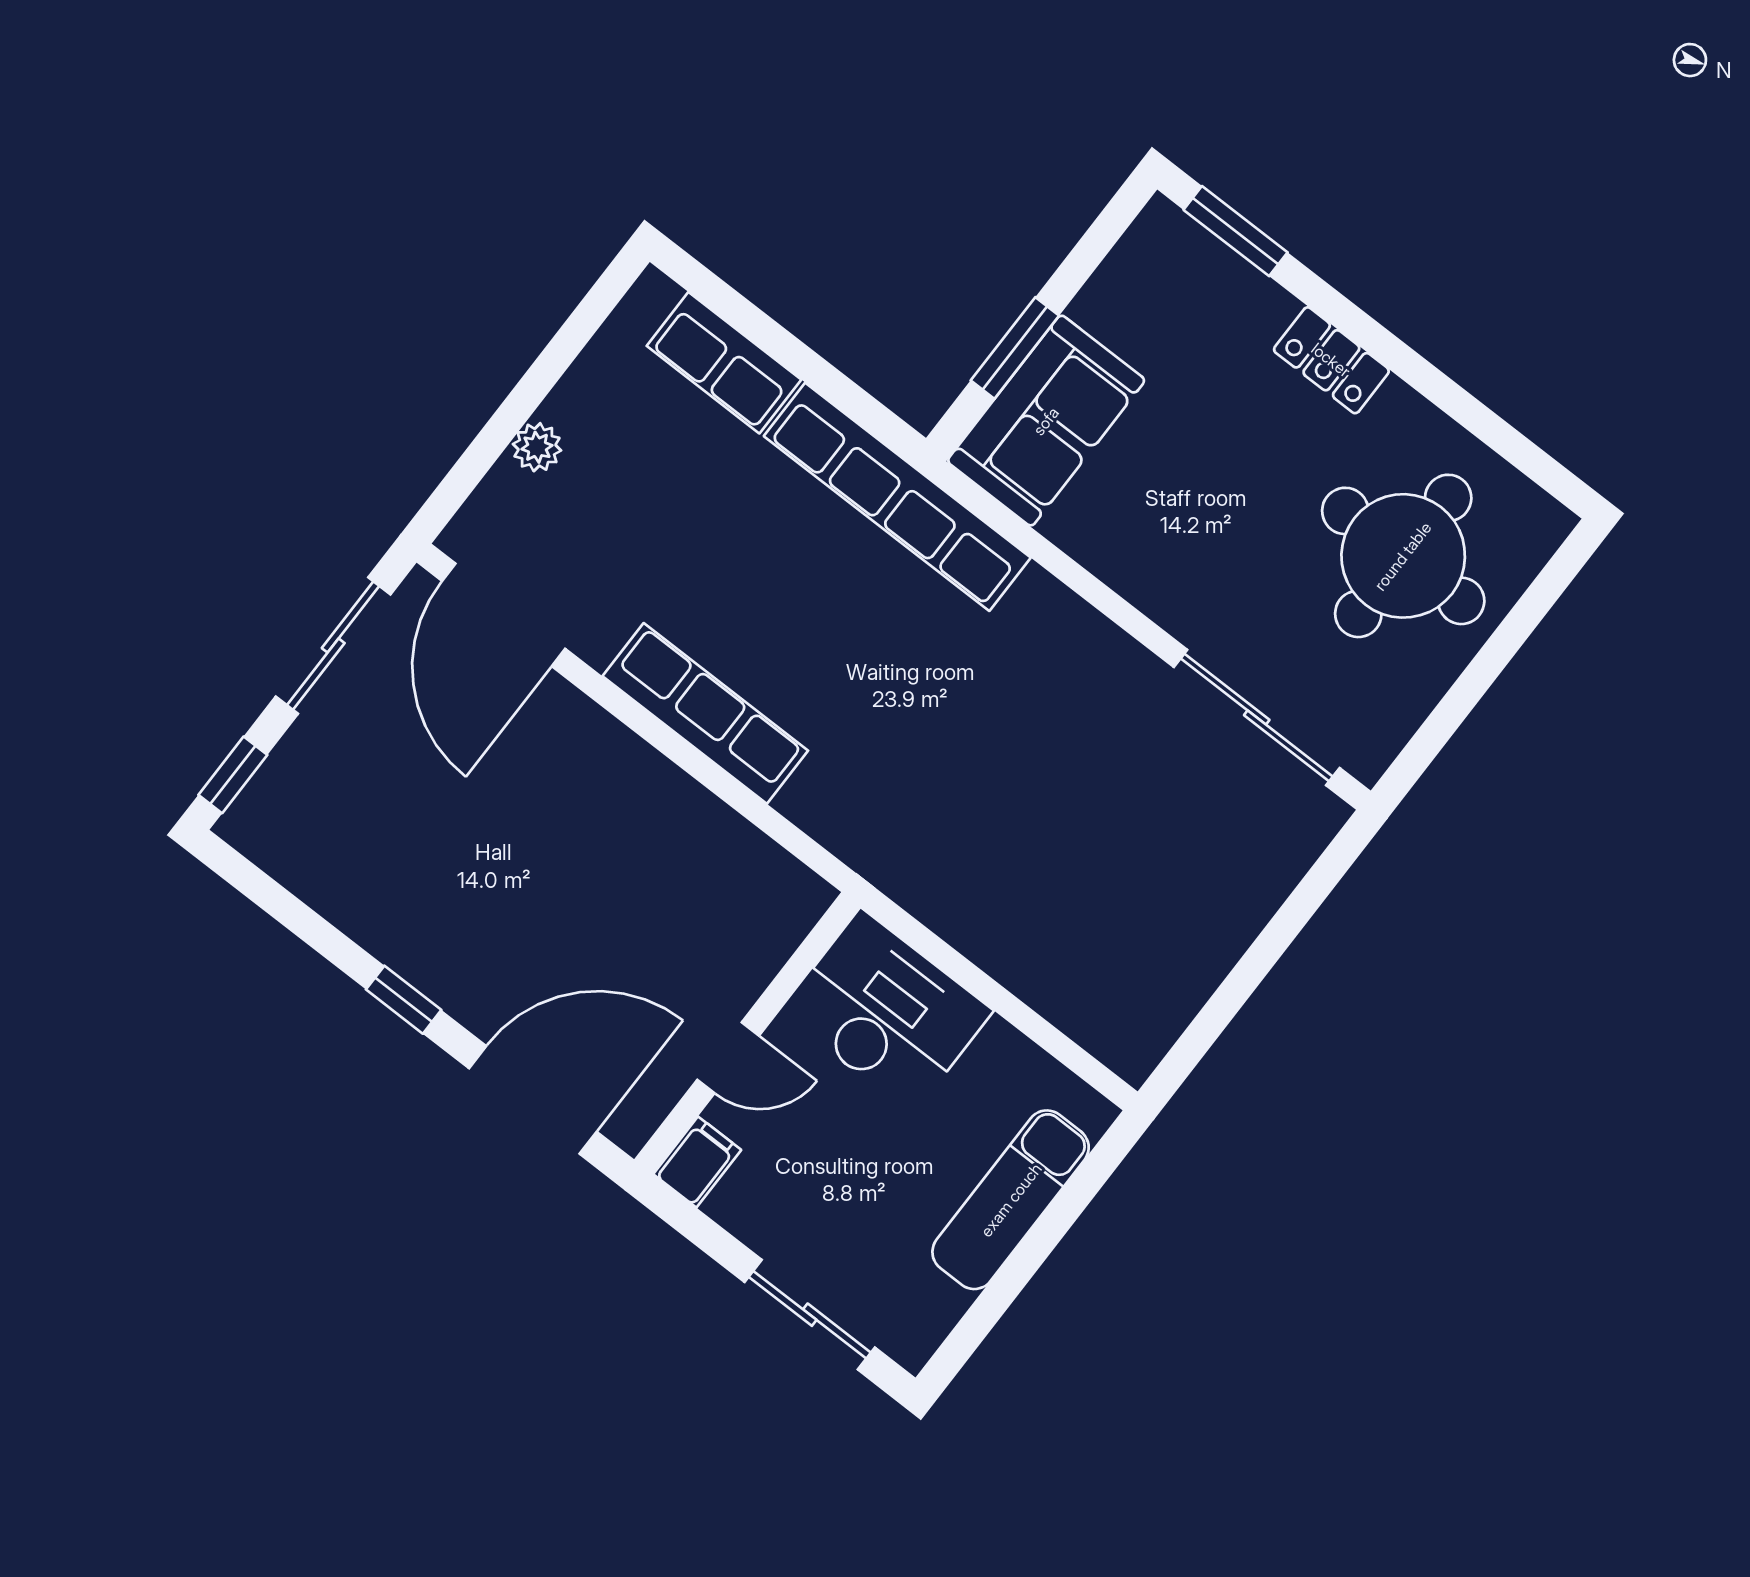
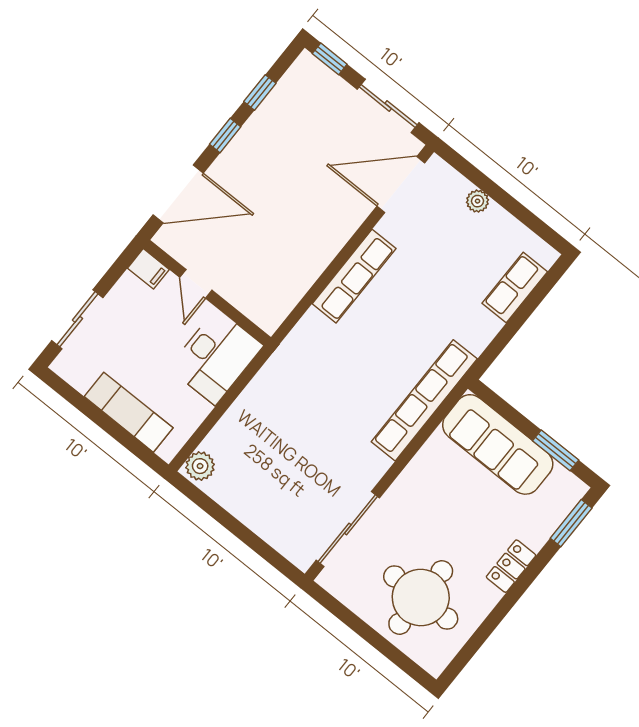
window: (1015, 348) -> (556, 450), moved
sofa: (1046, 421) -> (498, 444), width x1.36
row of seats: (897, 497) -> (424, 400), moved
window: (308, 926) -> (260, 92), added
plant: (1125, 1042) -> (200, 466), added
door: (533, 1100) -> (178, 194), hinge flipped

